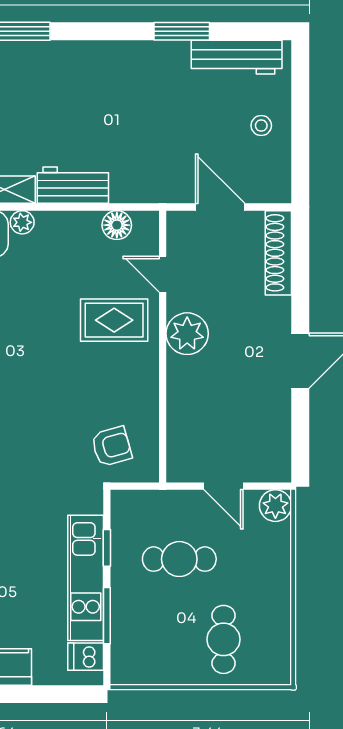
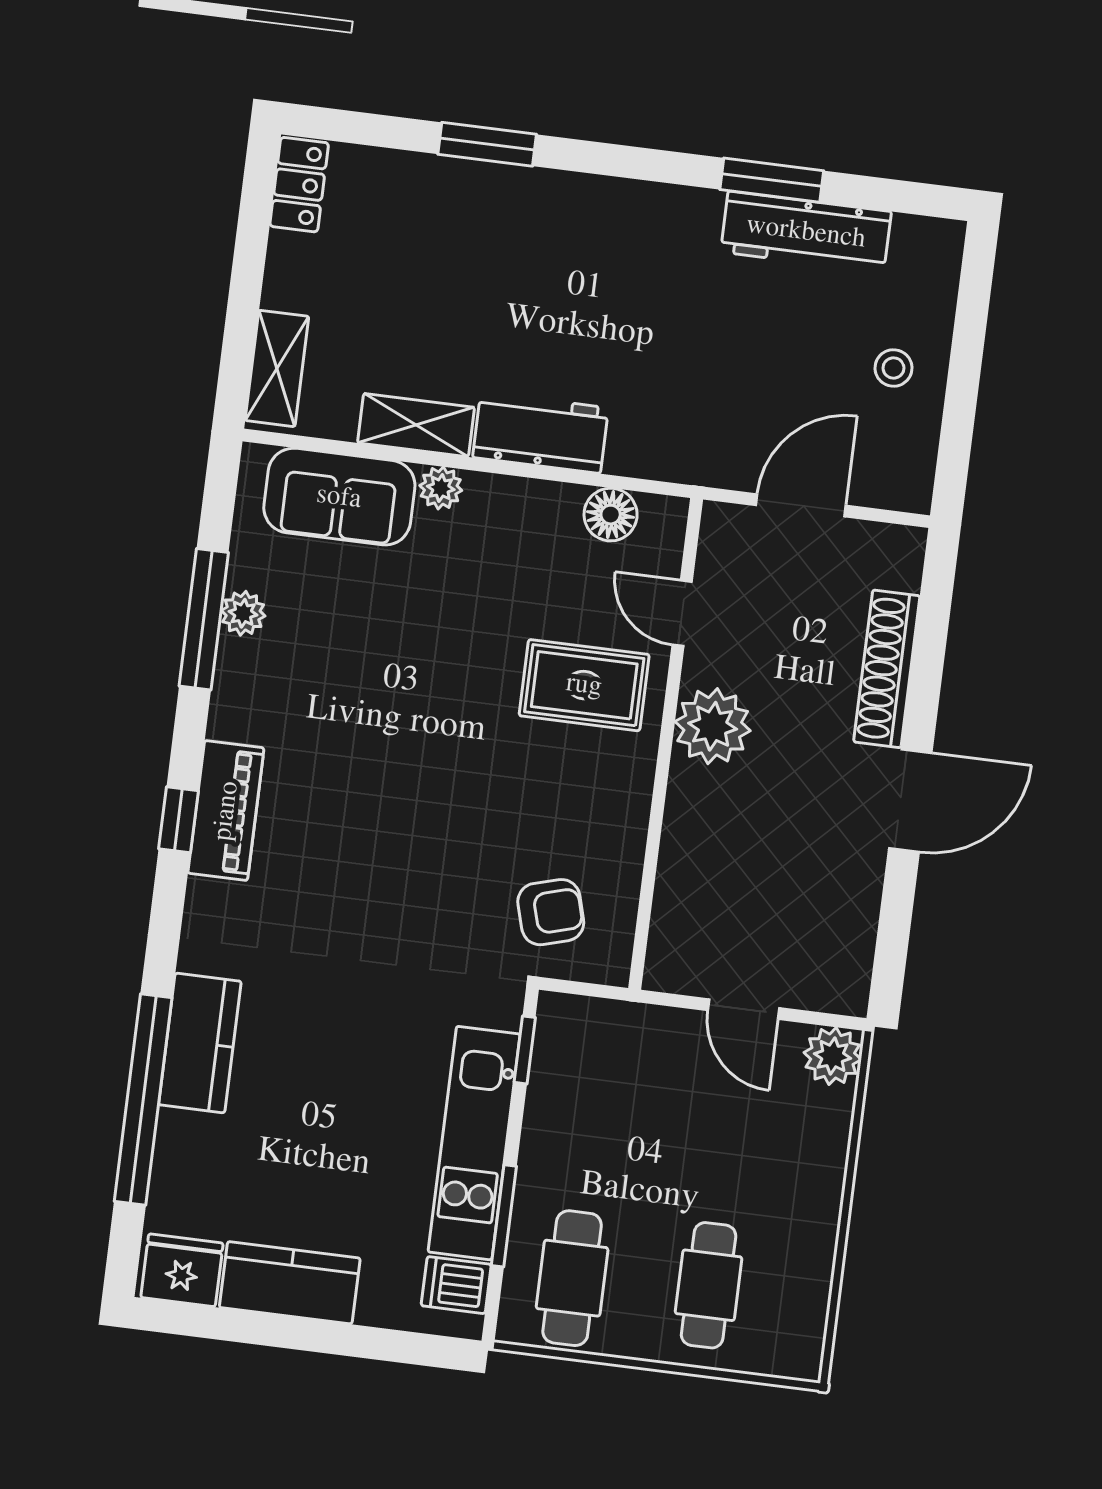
workbench: (237, 57) -> (806, 232), moved
door: (220, 207) -> (801, 505), hinge flipped
shoe rack: (278, 253) -> (887, 669), moved
window: (107, 548) -> (525, 1050), moved
cafe table: (179, 559) -> (572, 1278), moved, turned 90

